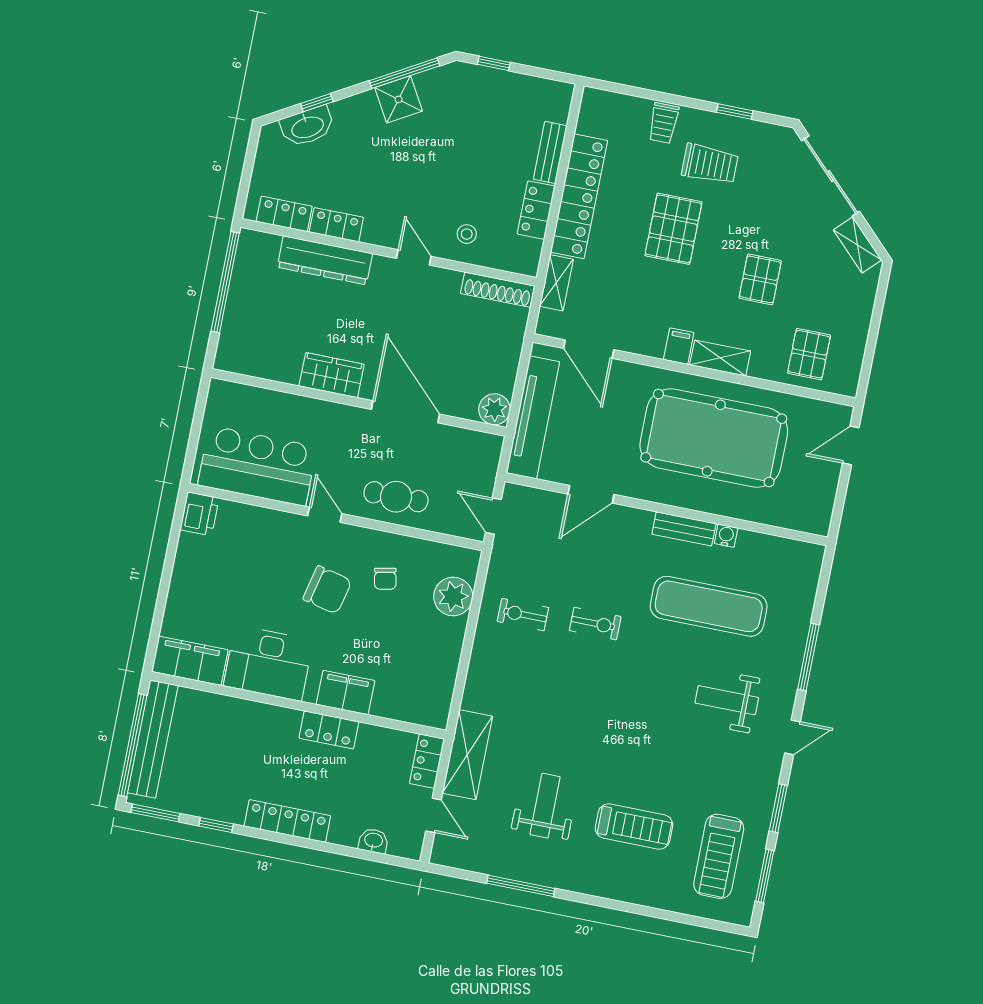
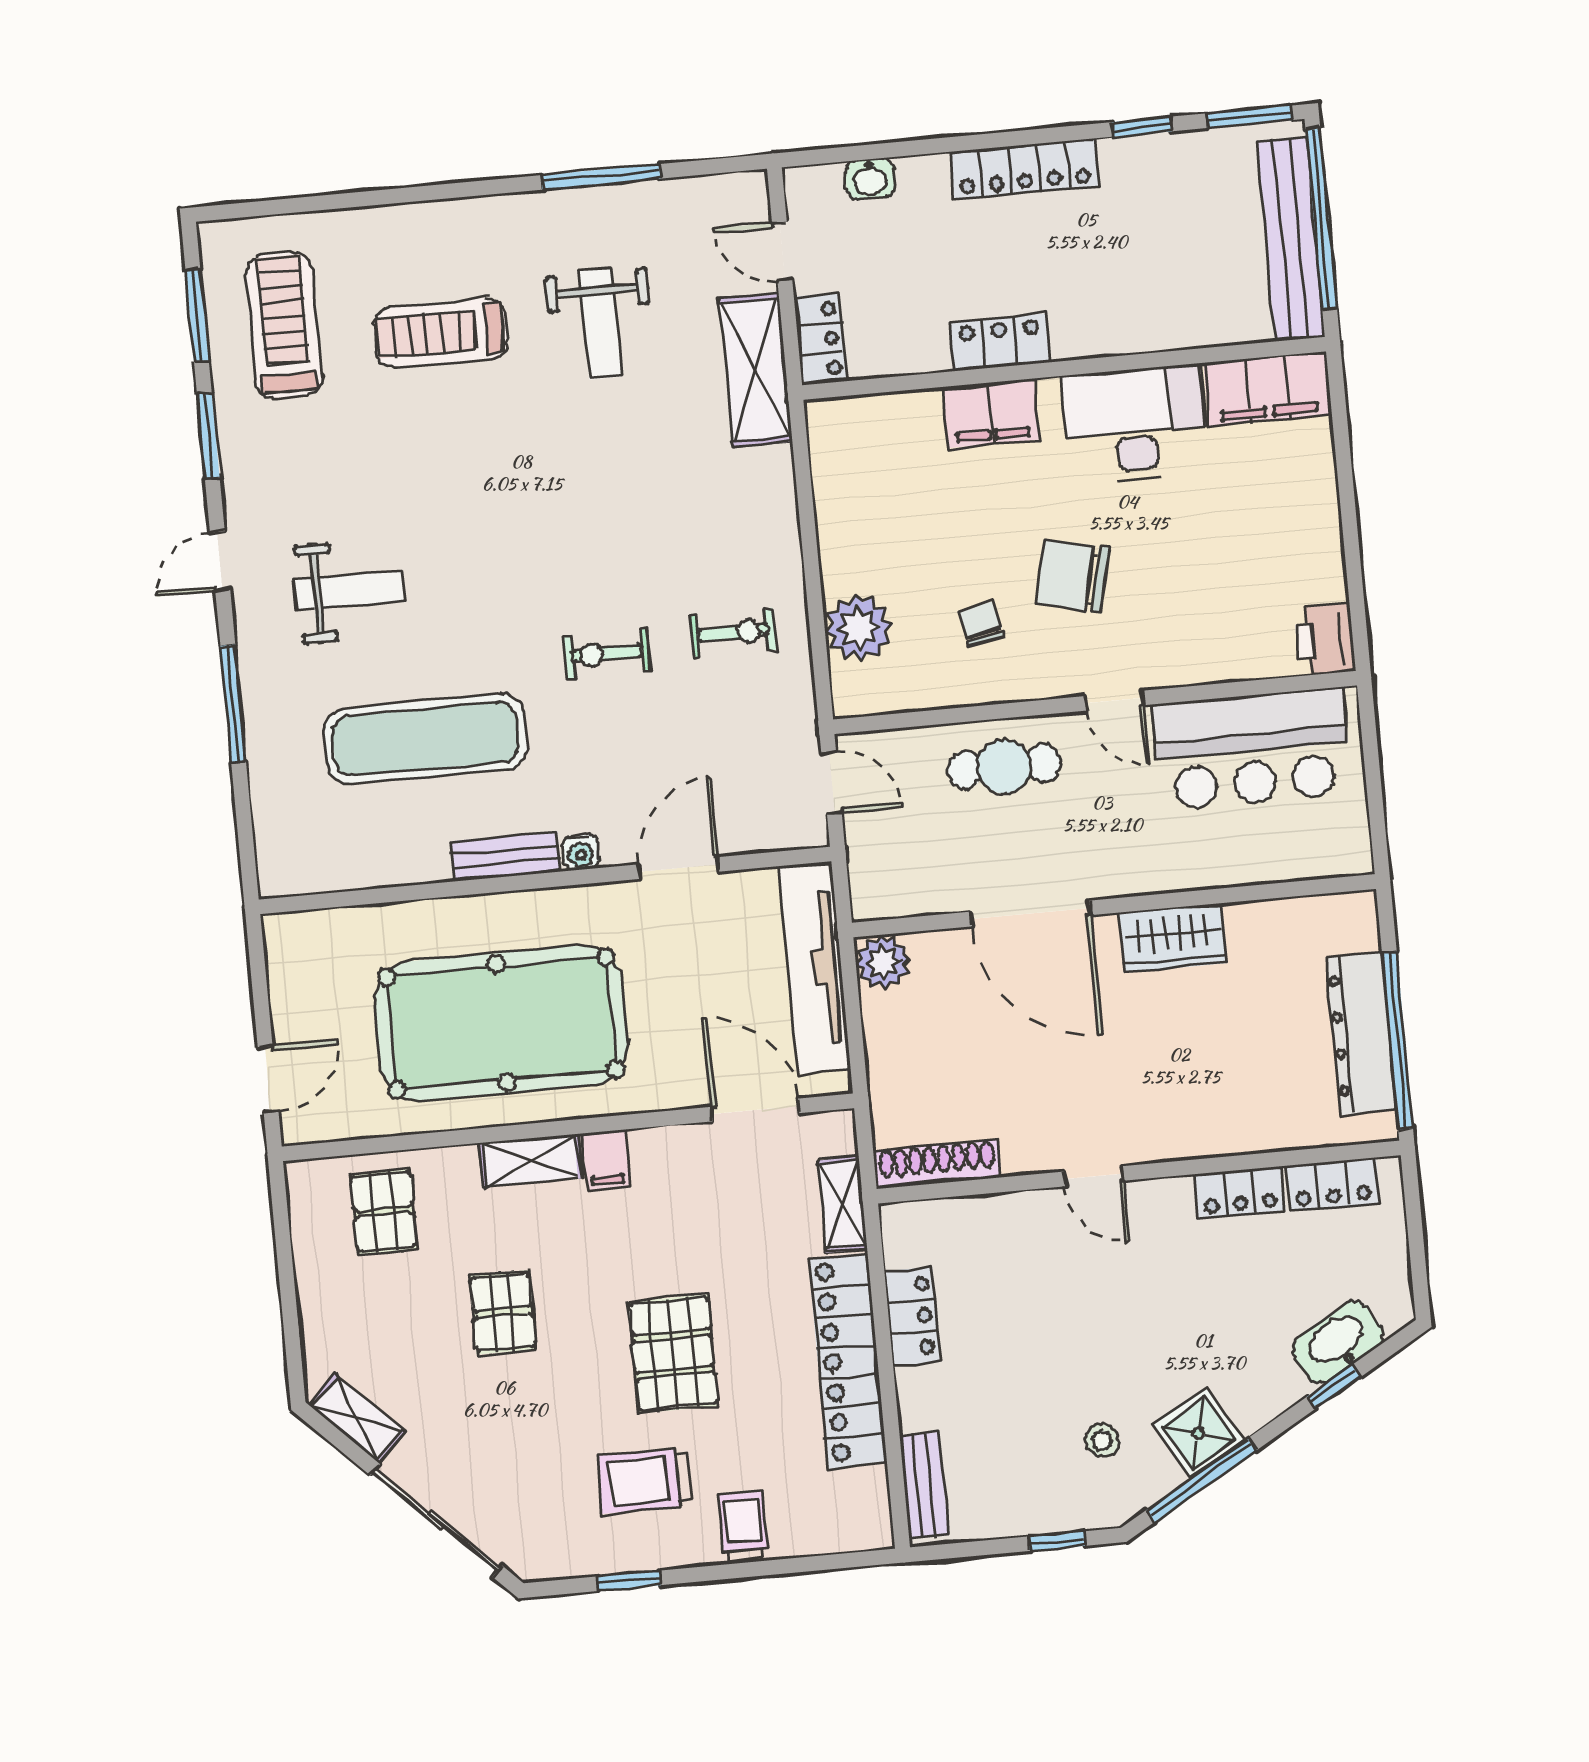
bench: (550, 152) -> (924, 1485), moved
stool: (467, 234) -> (1102, 1440), moved
dresser: (325, 260) -> (1361, 1034), moved, turned -90
water cooler: (726, 536) -> (581, 852), moved

